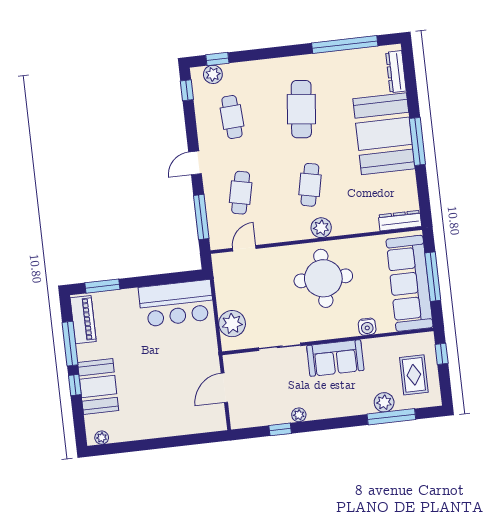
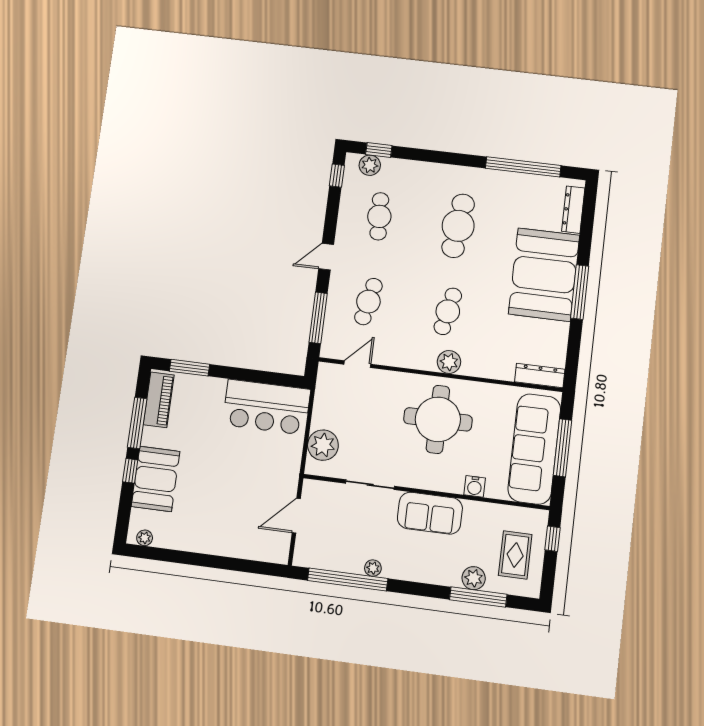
window: (280, 429) -> (348, 579), width x3.17

